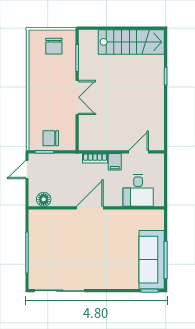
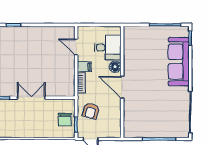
armchair: (61, 170) -> (91, 111), added
floor lamp: (44, 199) -> (115, 67), moved
sofa: (152, 260) -> (179, 62), moved, turned 90

